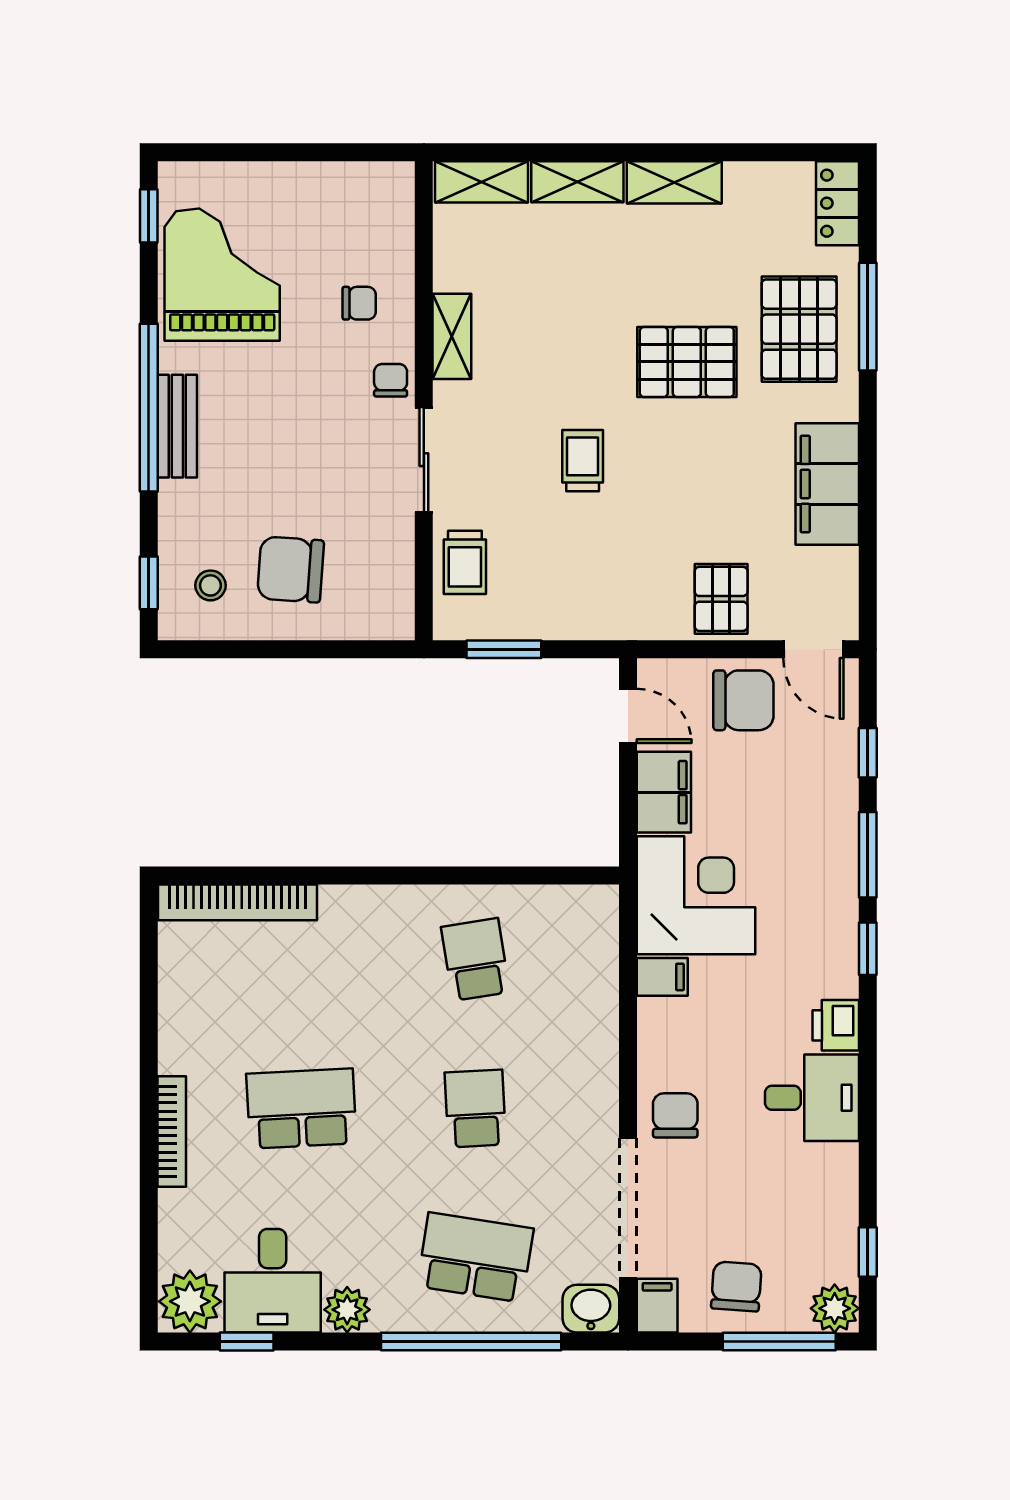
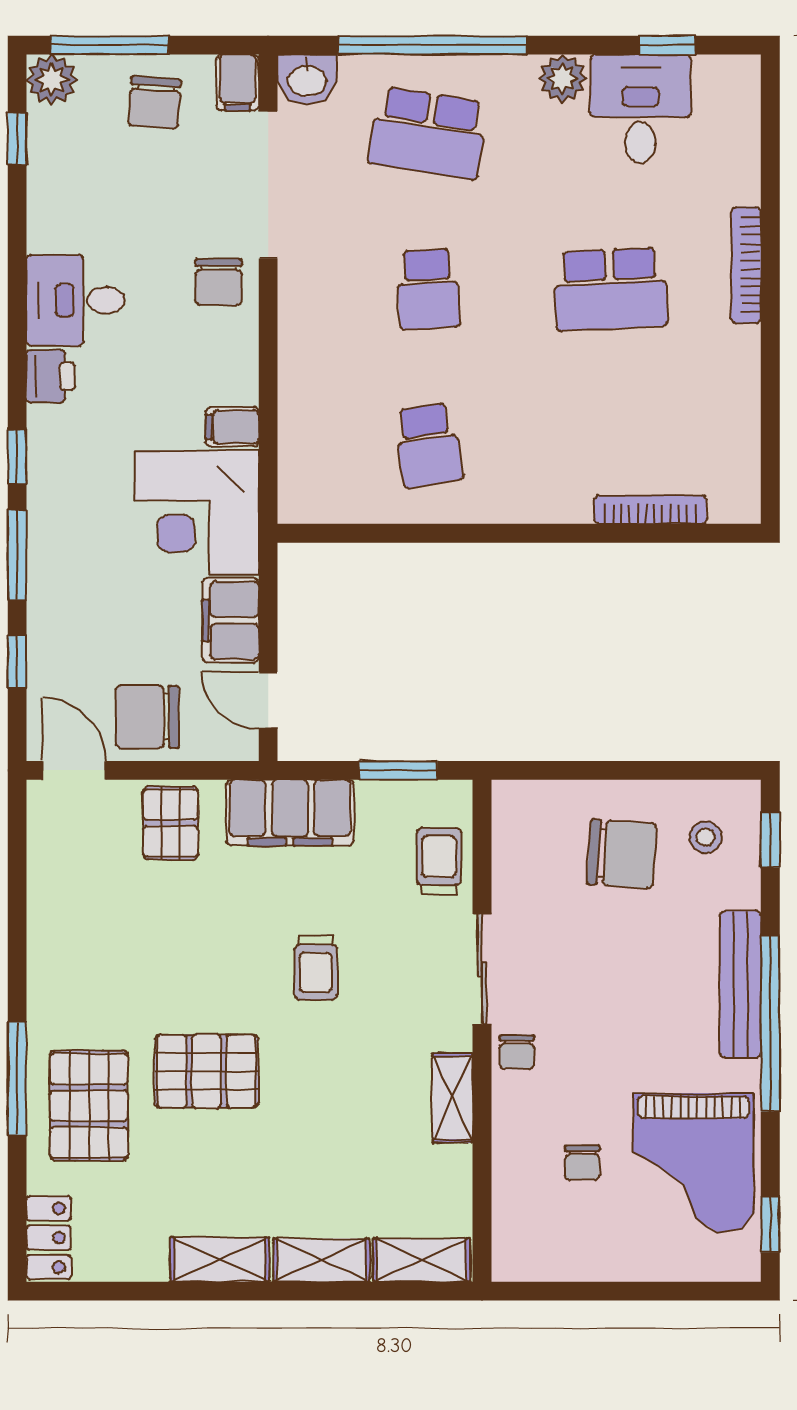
chair: (359, 303) -> (582, 1163), moved, turned -90
window: (868, 317) -> (17, 1078), moved
bench: (177, 426) -> (740, 984), width x1.36
filing cabinet: (827, 484) -> (290, 813), moved, turned 90
bookcase: (238, 902) -> (650, 510), width x0.68, depth x0.76
plant: (190, 1301) -> (727, 87), removed

